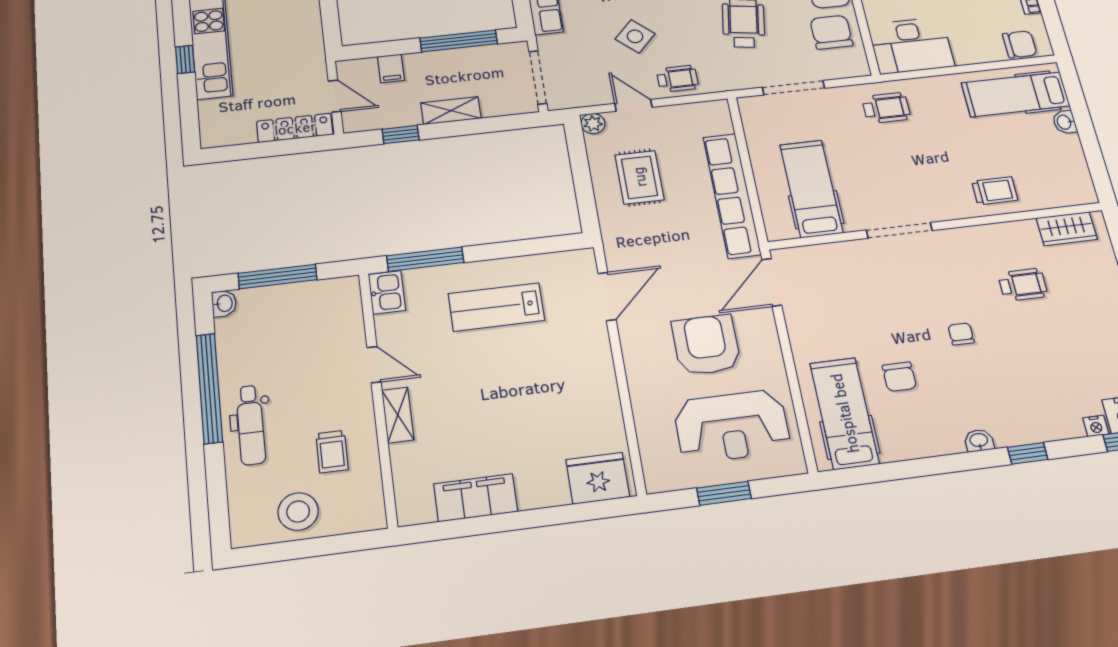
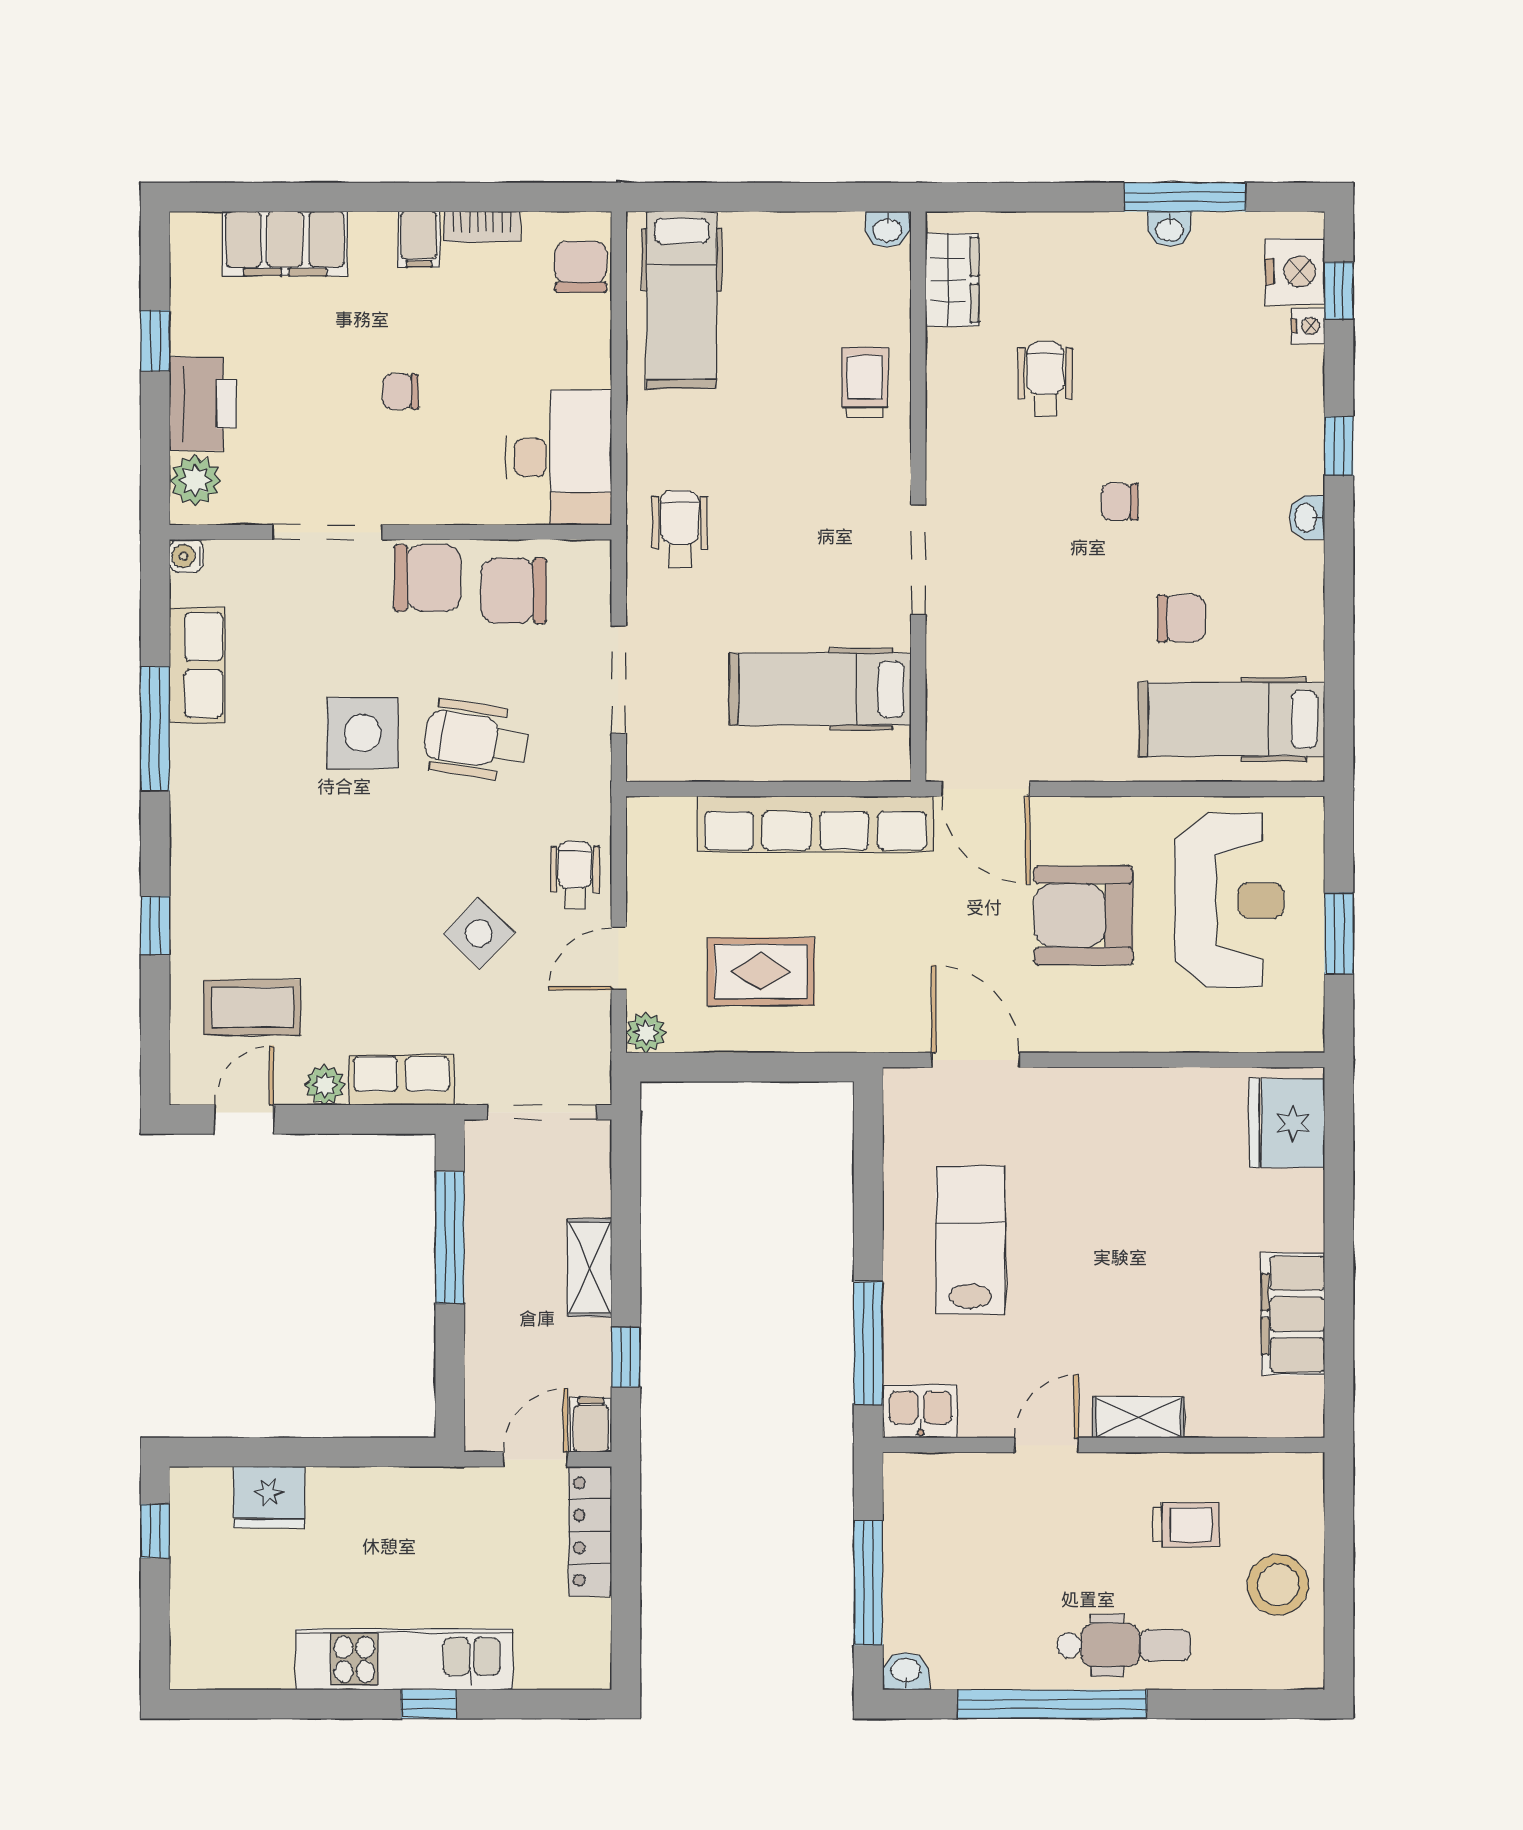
filing cabinet: (391, 68) -> (591, 1425), moved, turned -90
washbasin: (1065, 122) -> (887, 229), moved
lab bench: (496, 307) -> (971, 1240), turned 180

